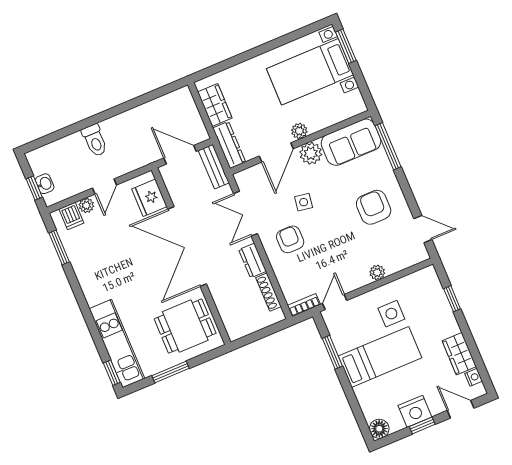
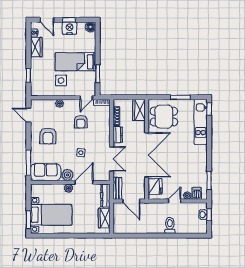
armchair: (290, 239) -> (81, 122), moved
wardrobe: (234, 319) -> (139, 110), added

